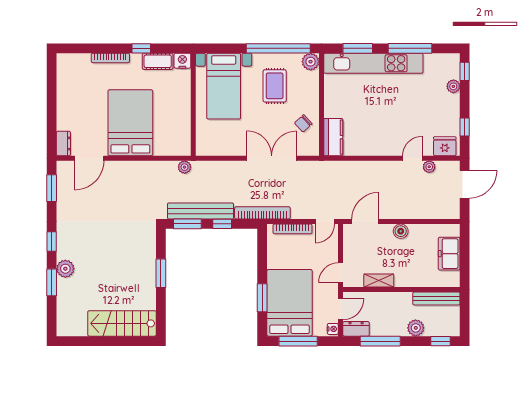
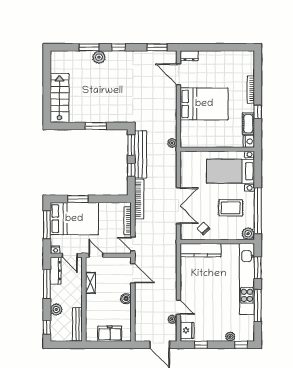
kitchen counter: (333, 137) -> (201, 250), width x1.50
dresser: (356, 329) -> (56, 271), width x1.44

